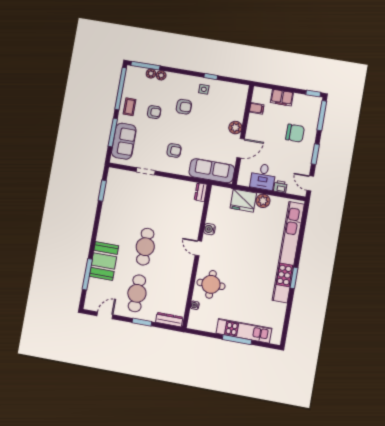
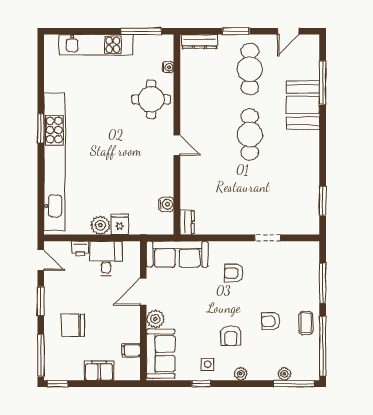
plant: (161, 75) -> (241, 374), moved
armchair: (184, 107) -> (231, 336), turned -90
sofa: (124, 141) -> (161, 354), moved, turned 180
fridge: (243, 201) -> (120, 224), width x0.53, depth x0.75
water cooler: (210, 229) -> (166, 204), moved
window: (237, 340) -> (141, 31), moved

